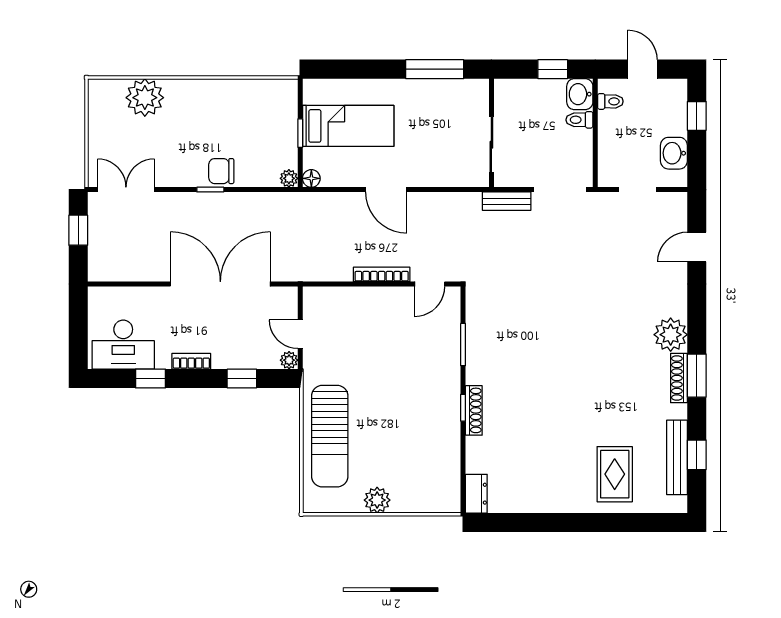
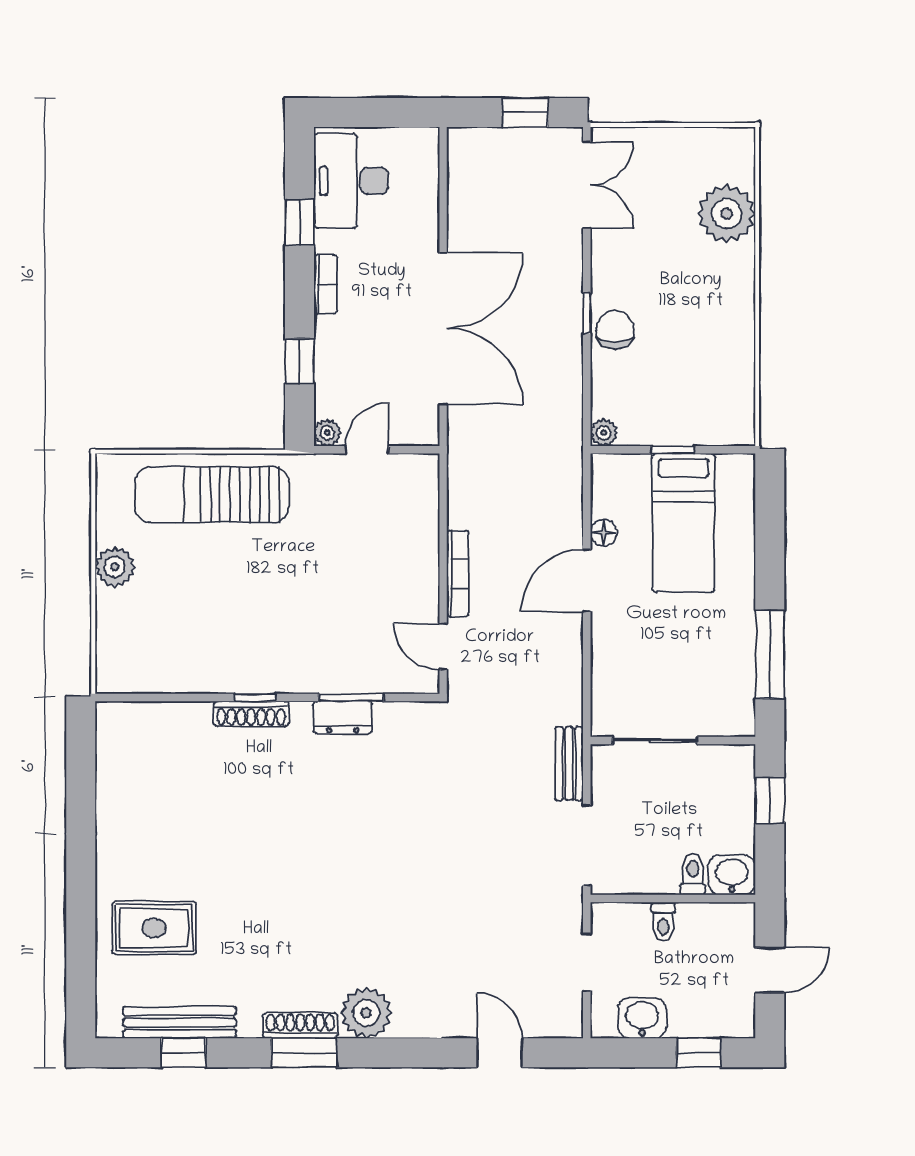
window: (553, 69) -> (770, 800), moved
toilet: (610, 101) -> (663, 921), moved
floor lamp: (311, 178) -> (604, 533), moved
dresser: (476, 494) -> (343, 718), moved

